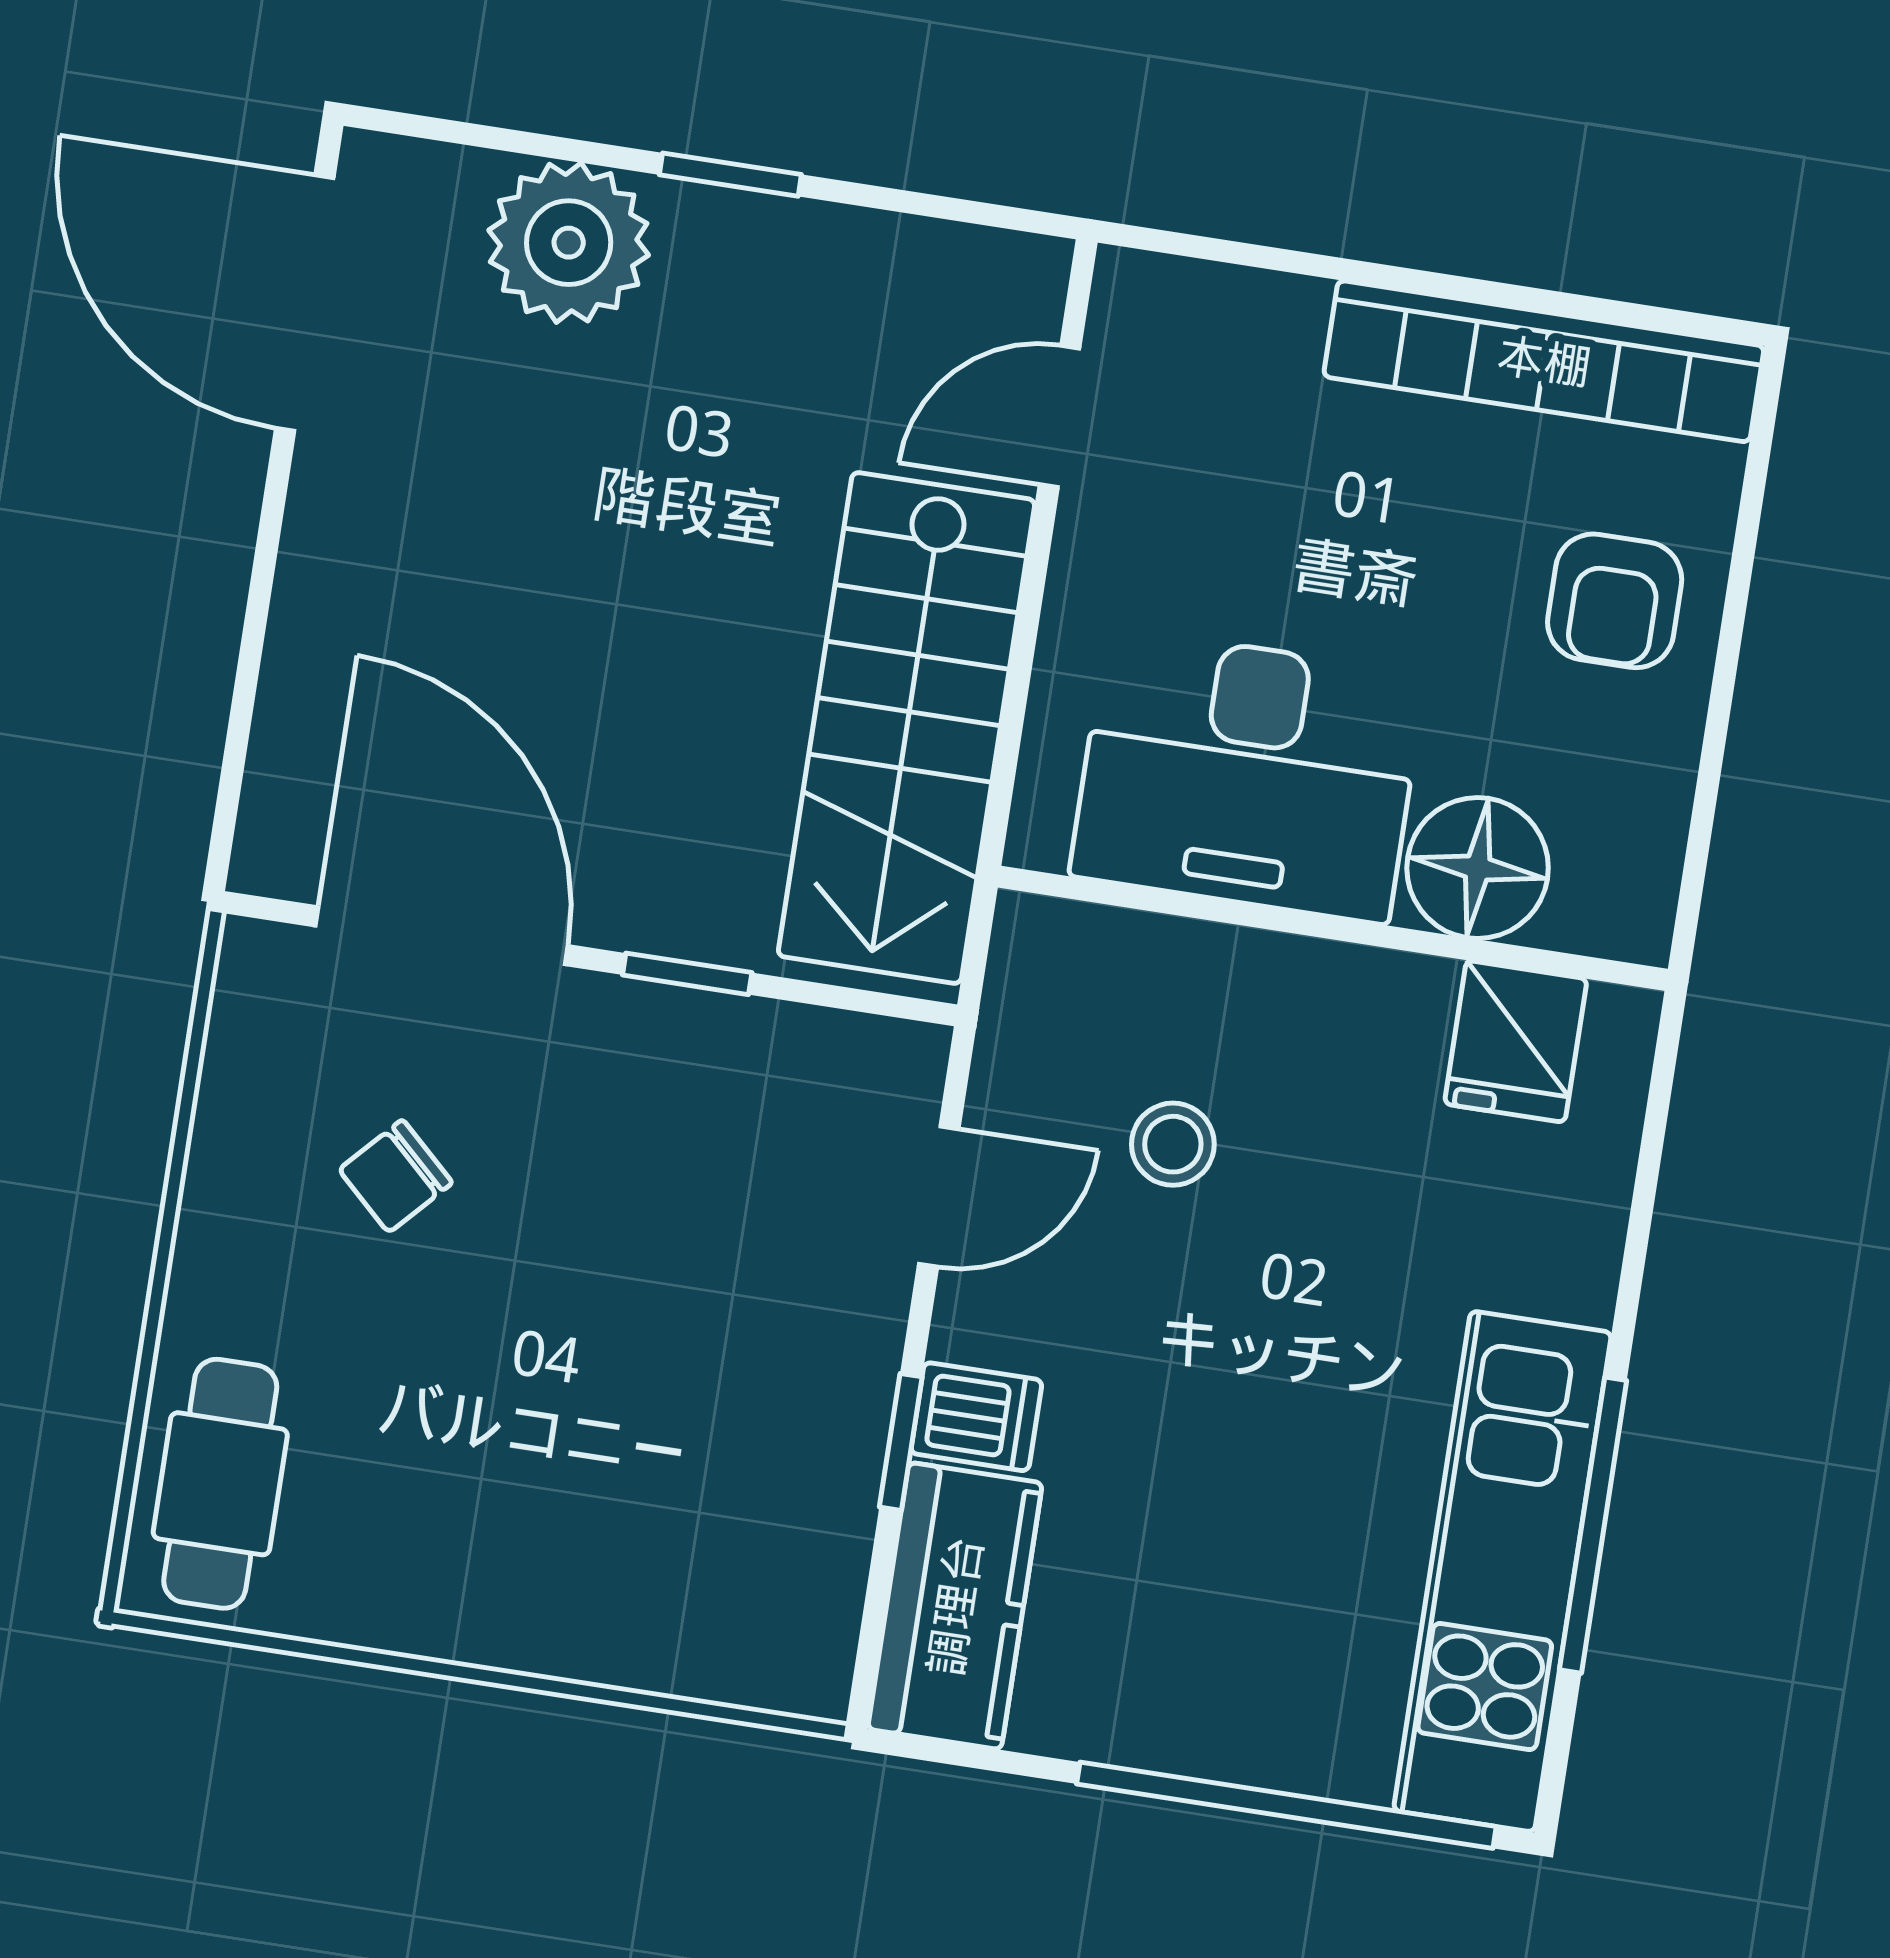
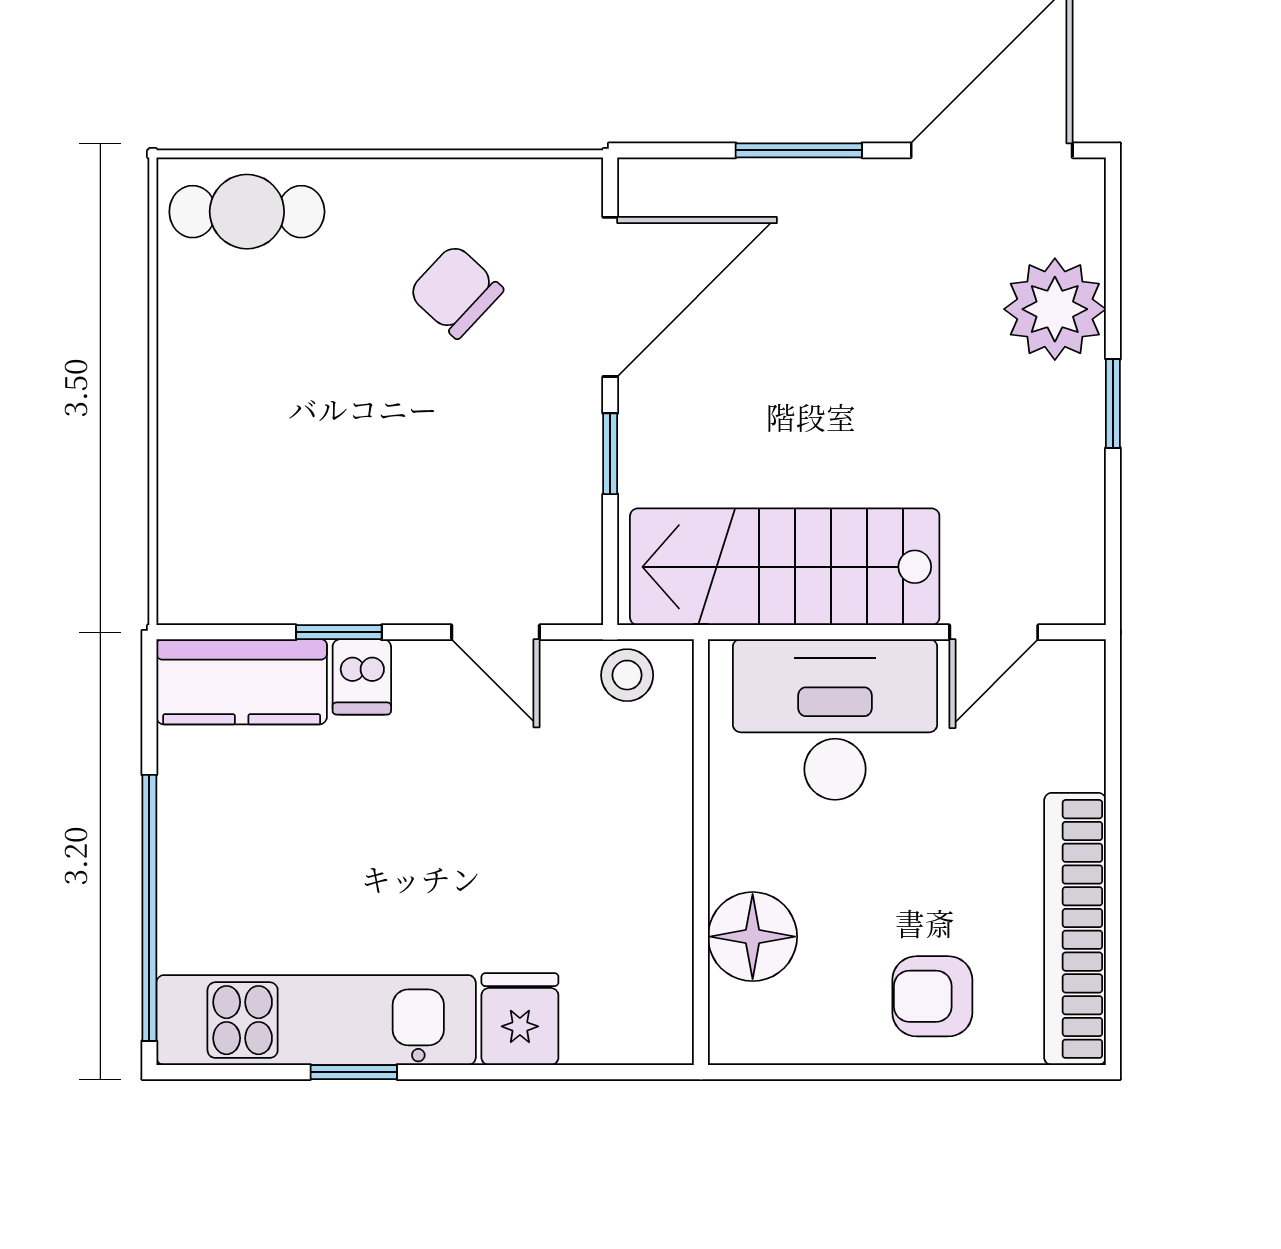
door: (1060, 417) -> (994, 632), swing flipped
window: (258, 605) -> (799, 150), added
desk: (1248, 775) -> (835, 719), moved, turned 90
fridge: (1516, 1041) -> (520, 1019), moved, turned 90
stool: (1173, 1144) -> (627, 675), moved
chair: (396, 1176) -> (456, 291), width x1.37, depth x1.37
window: (1593, 1525) -> (354, 1072), width x0.46

